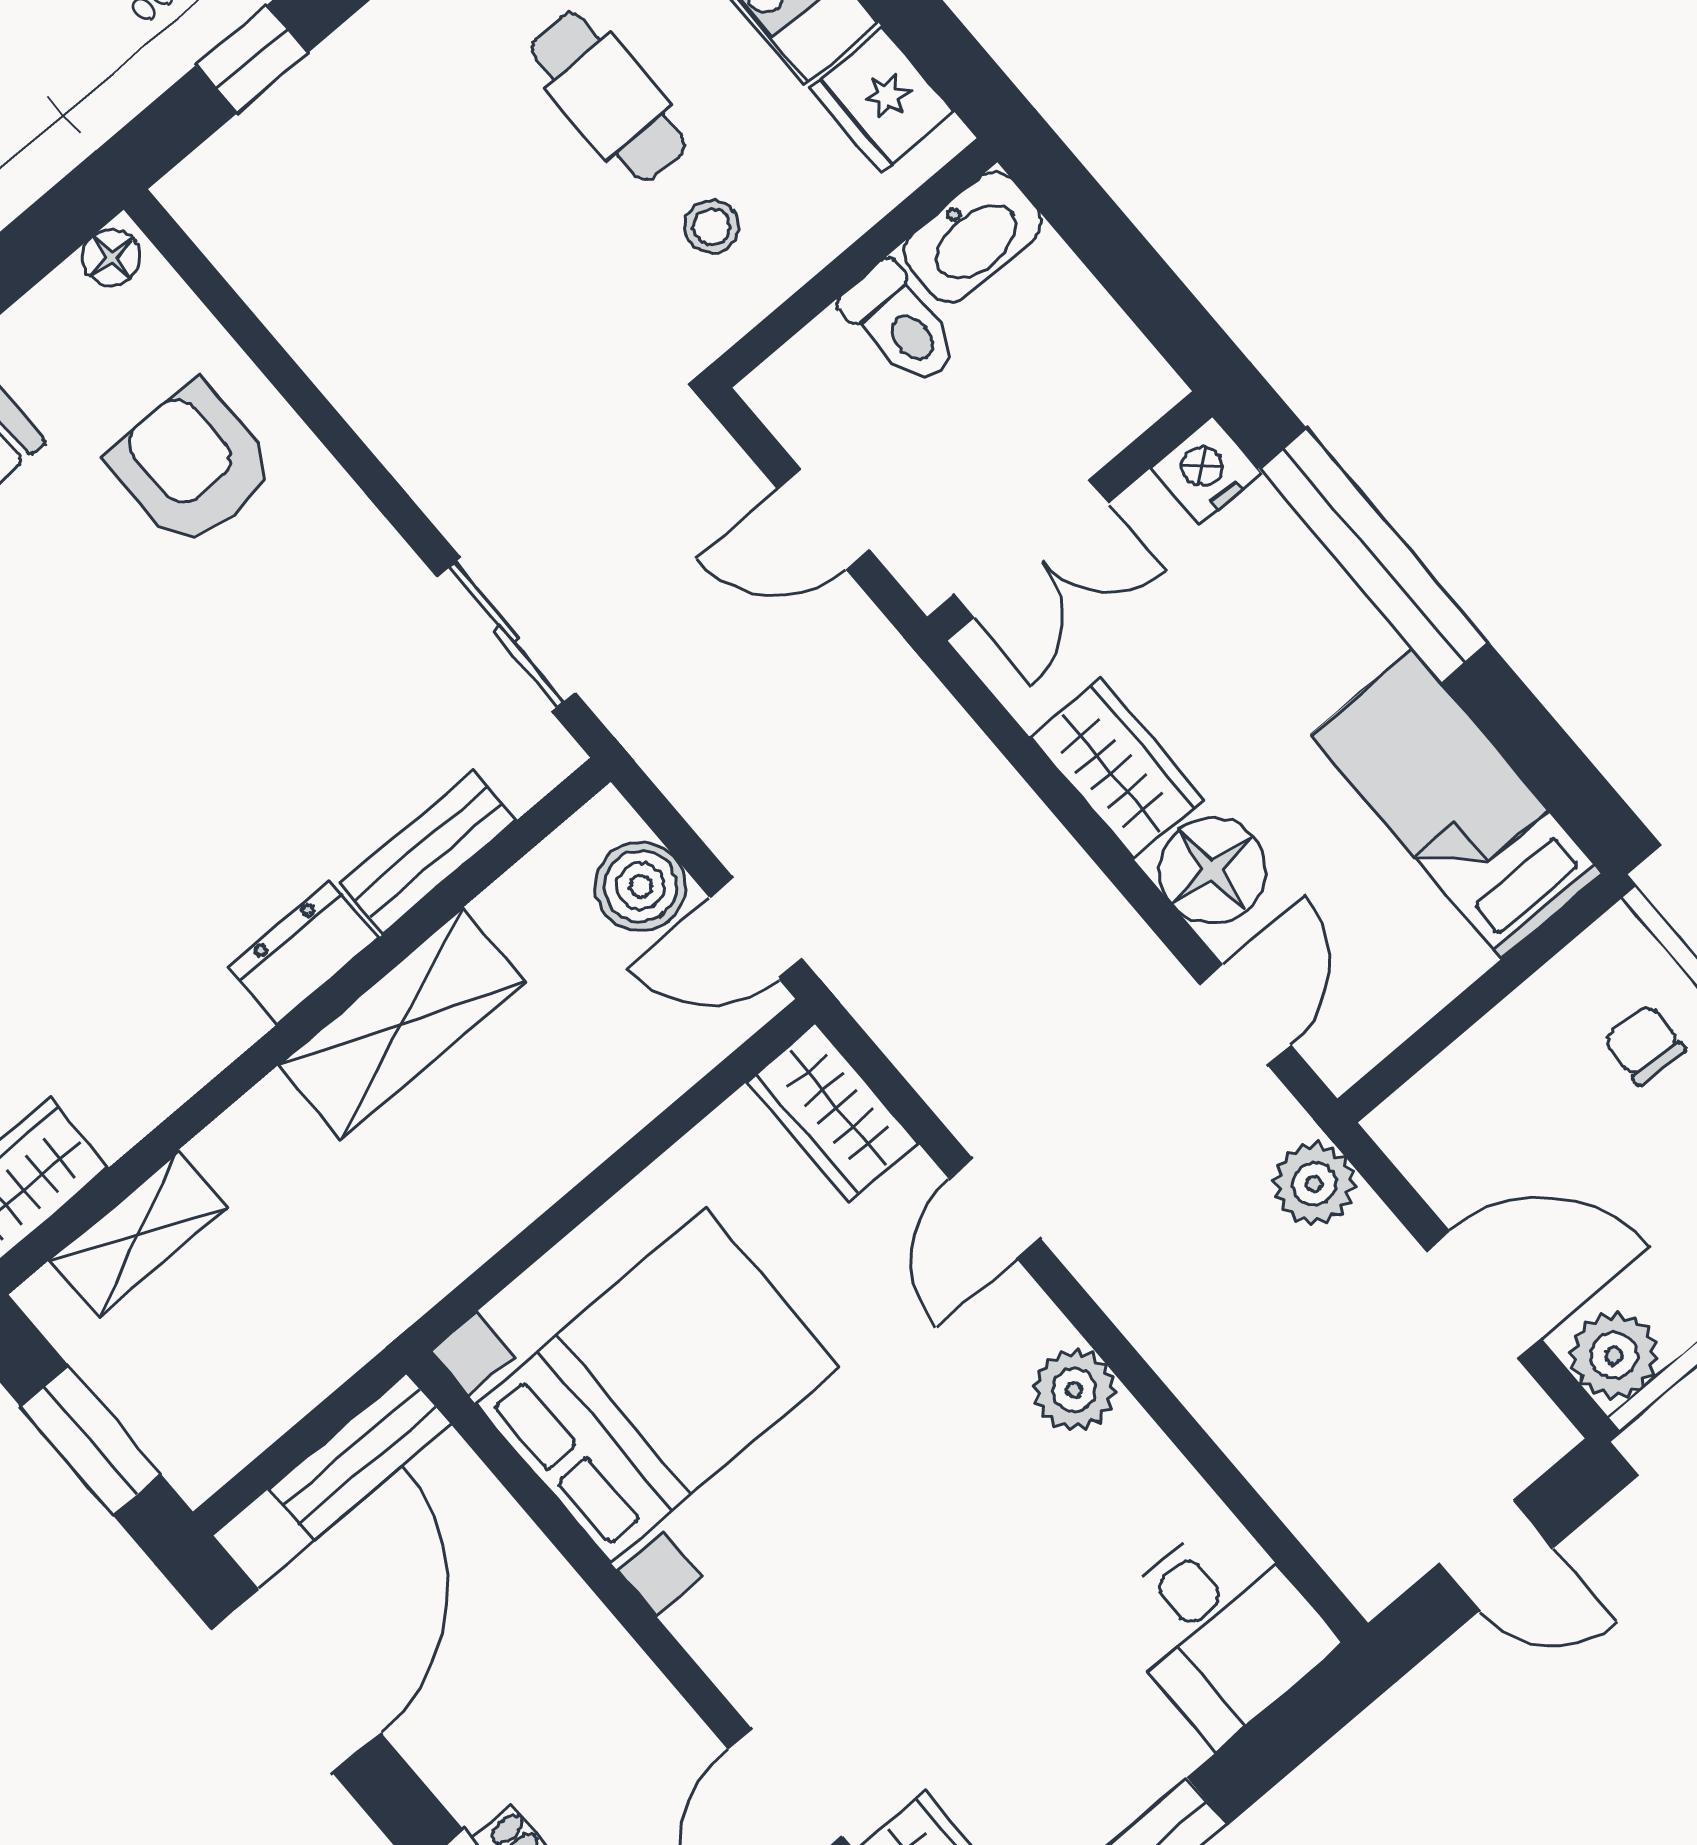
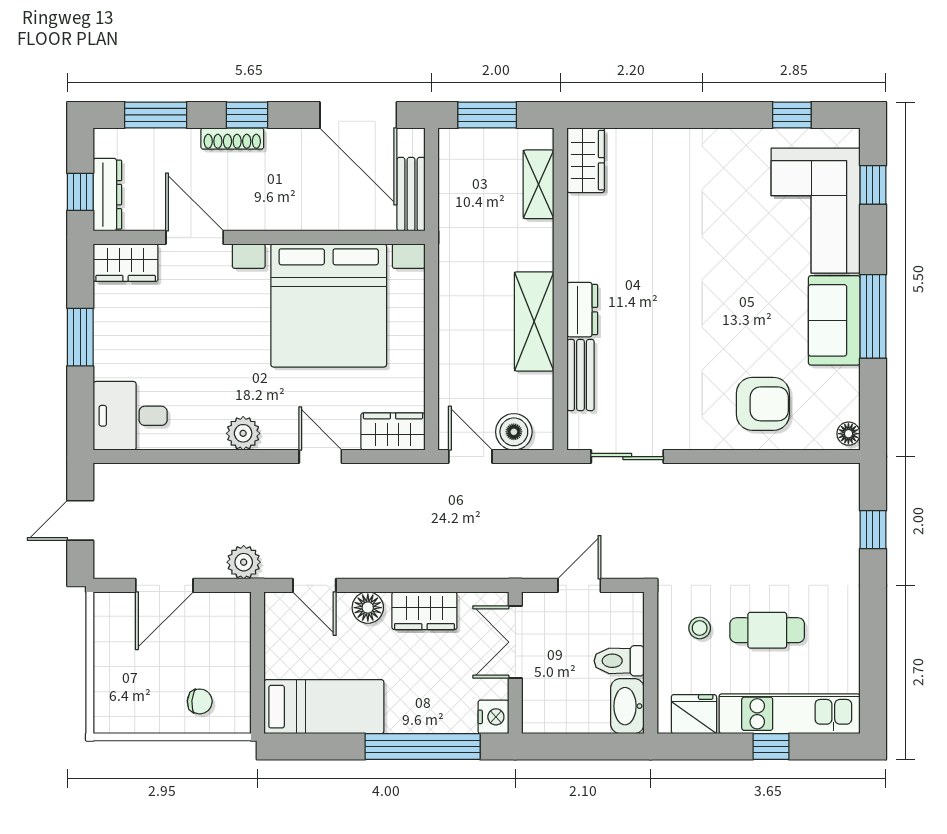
floor lamp: (1213, 870) -> (368, 608), width x0.73, depth x0.73
door: (756, 928) -> (470, 457), hinge flipped
plant: (1614, 1355) -> (111, 610), removed
bed with nightstands: (658, 1385) -> (329, 305), width x1.36

